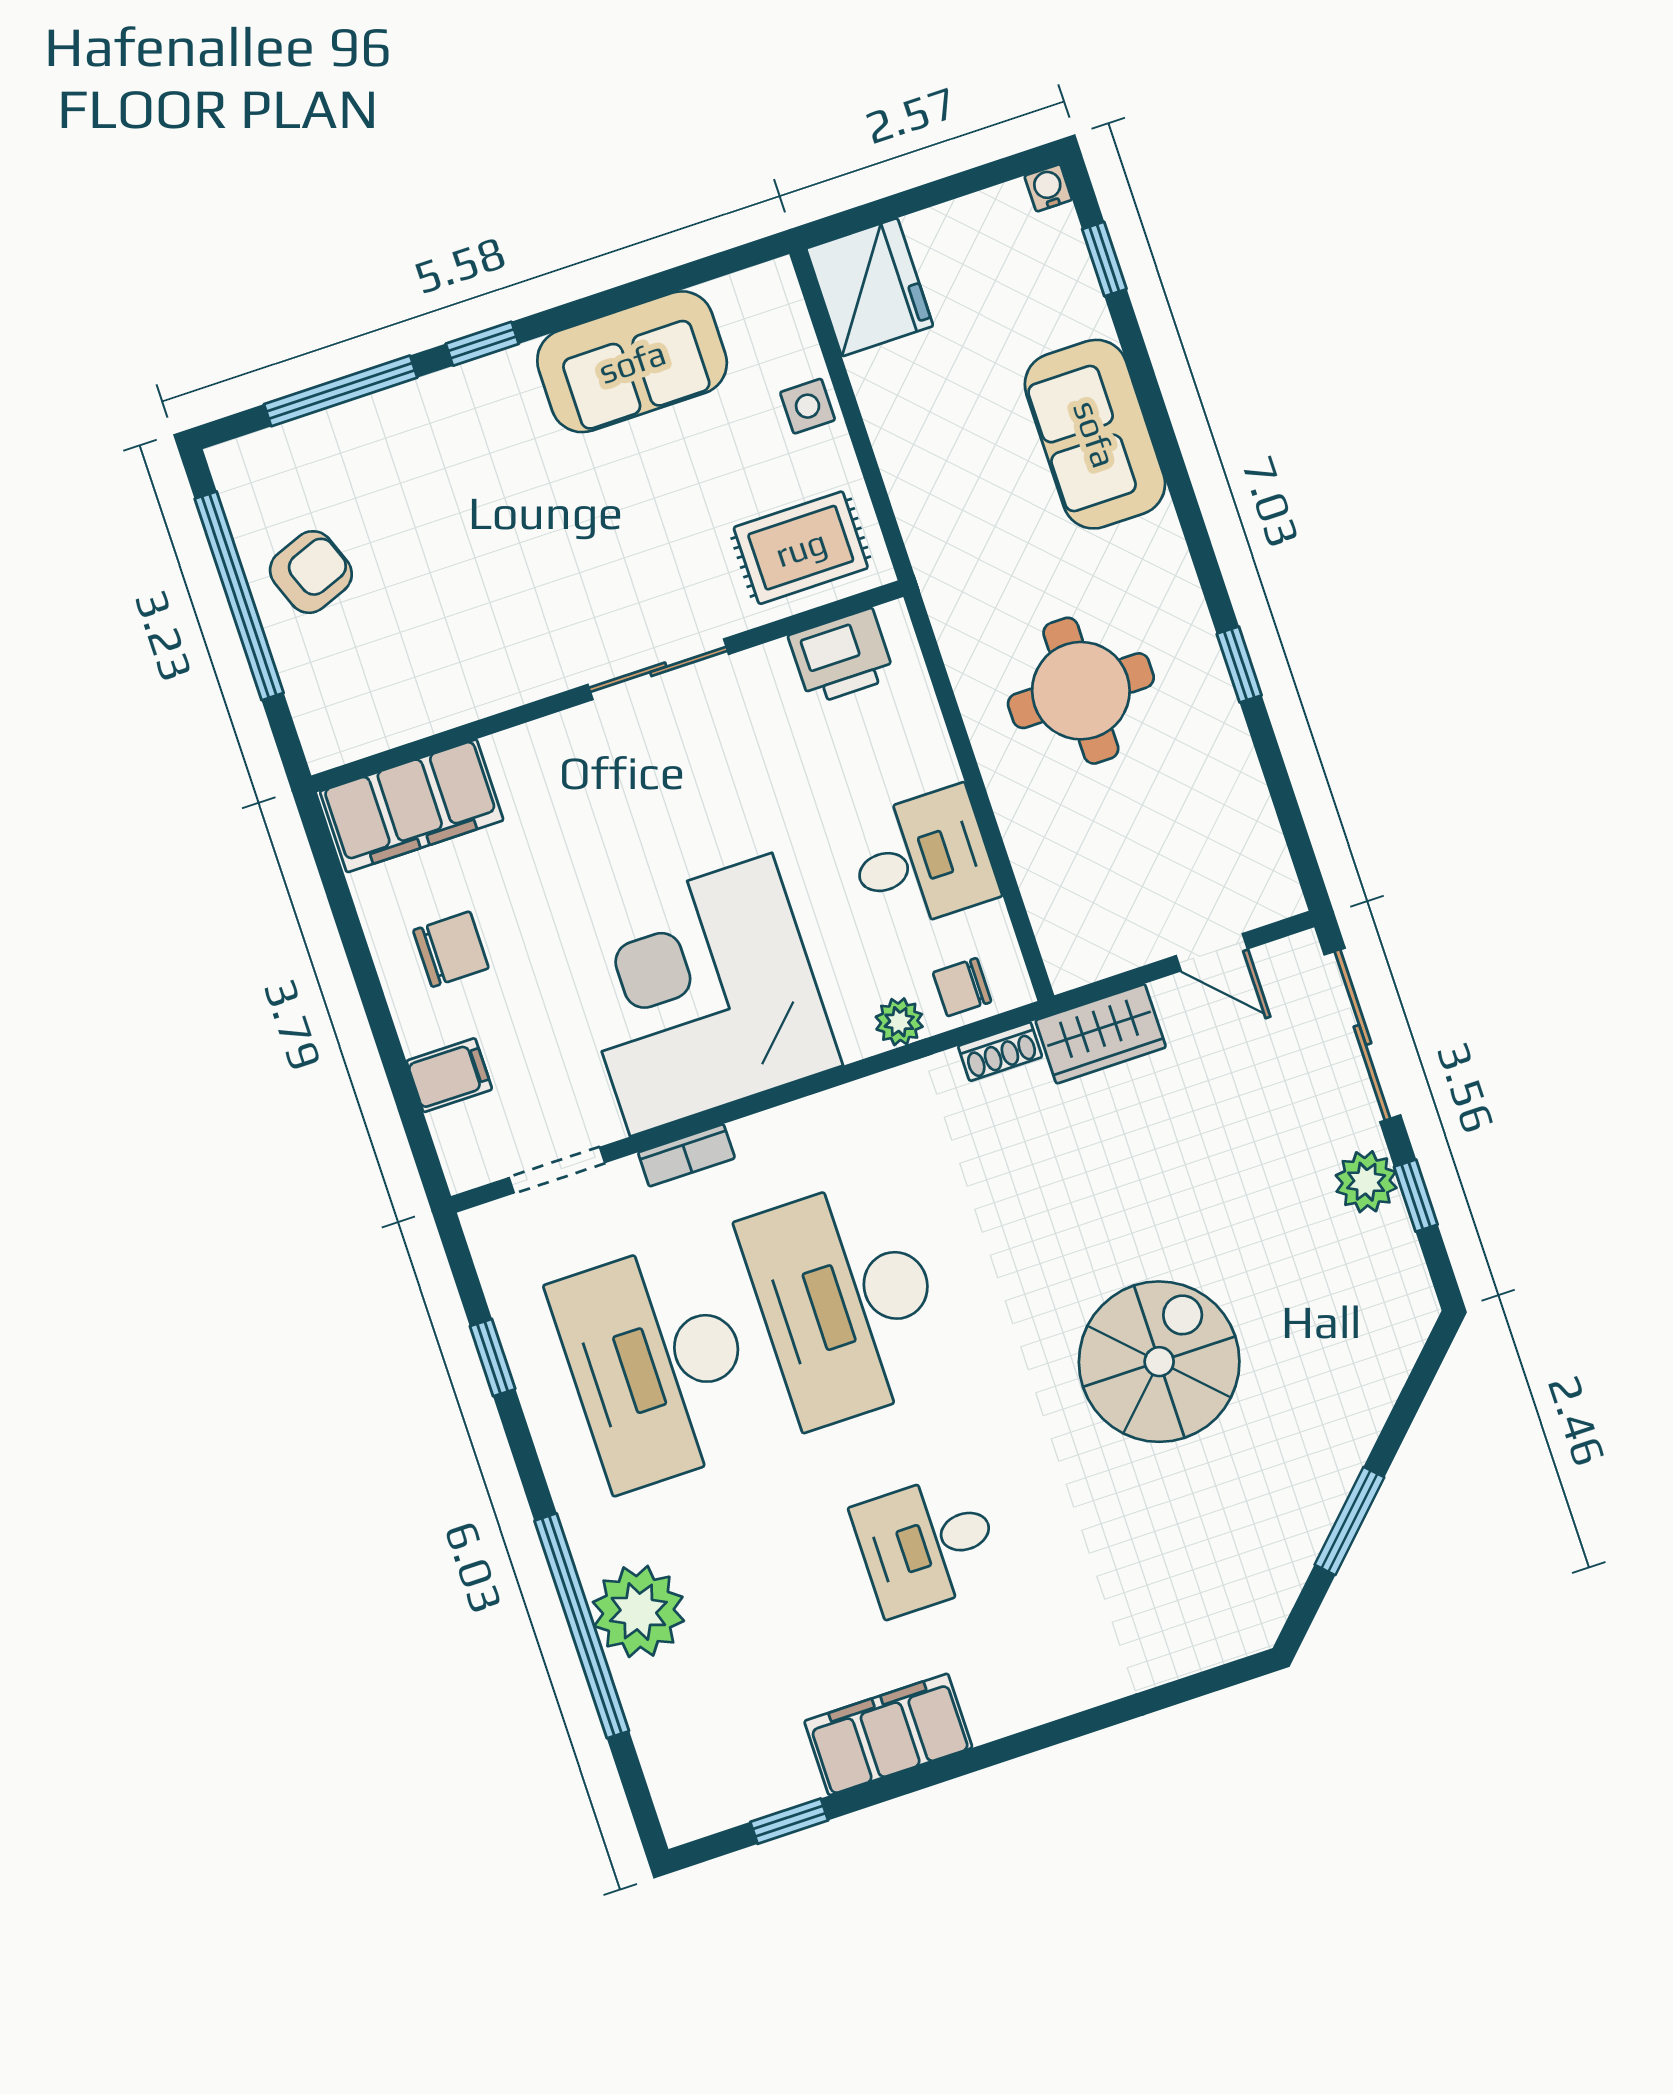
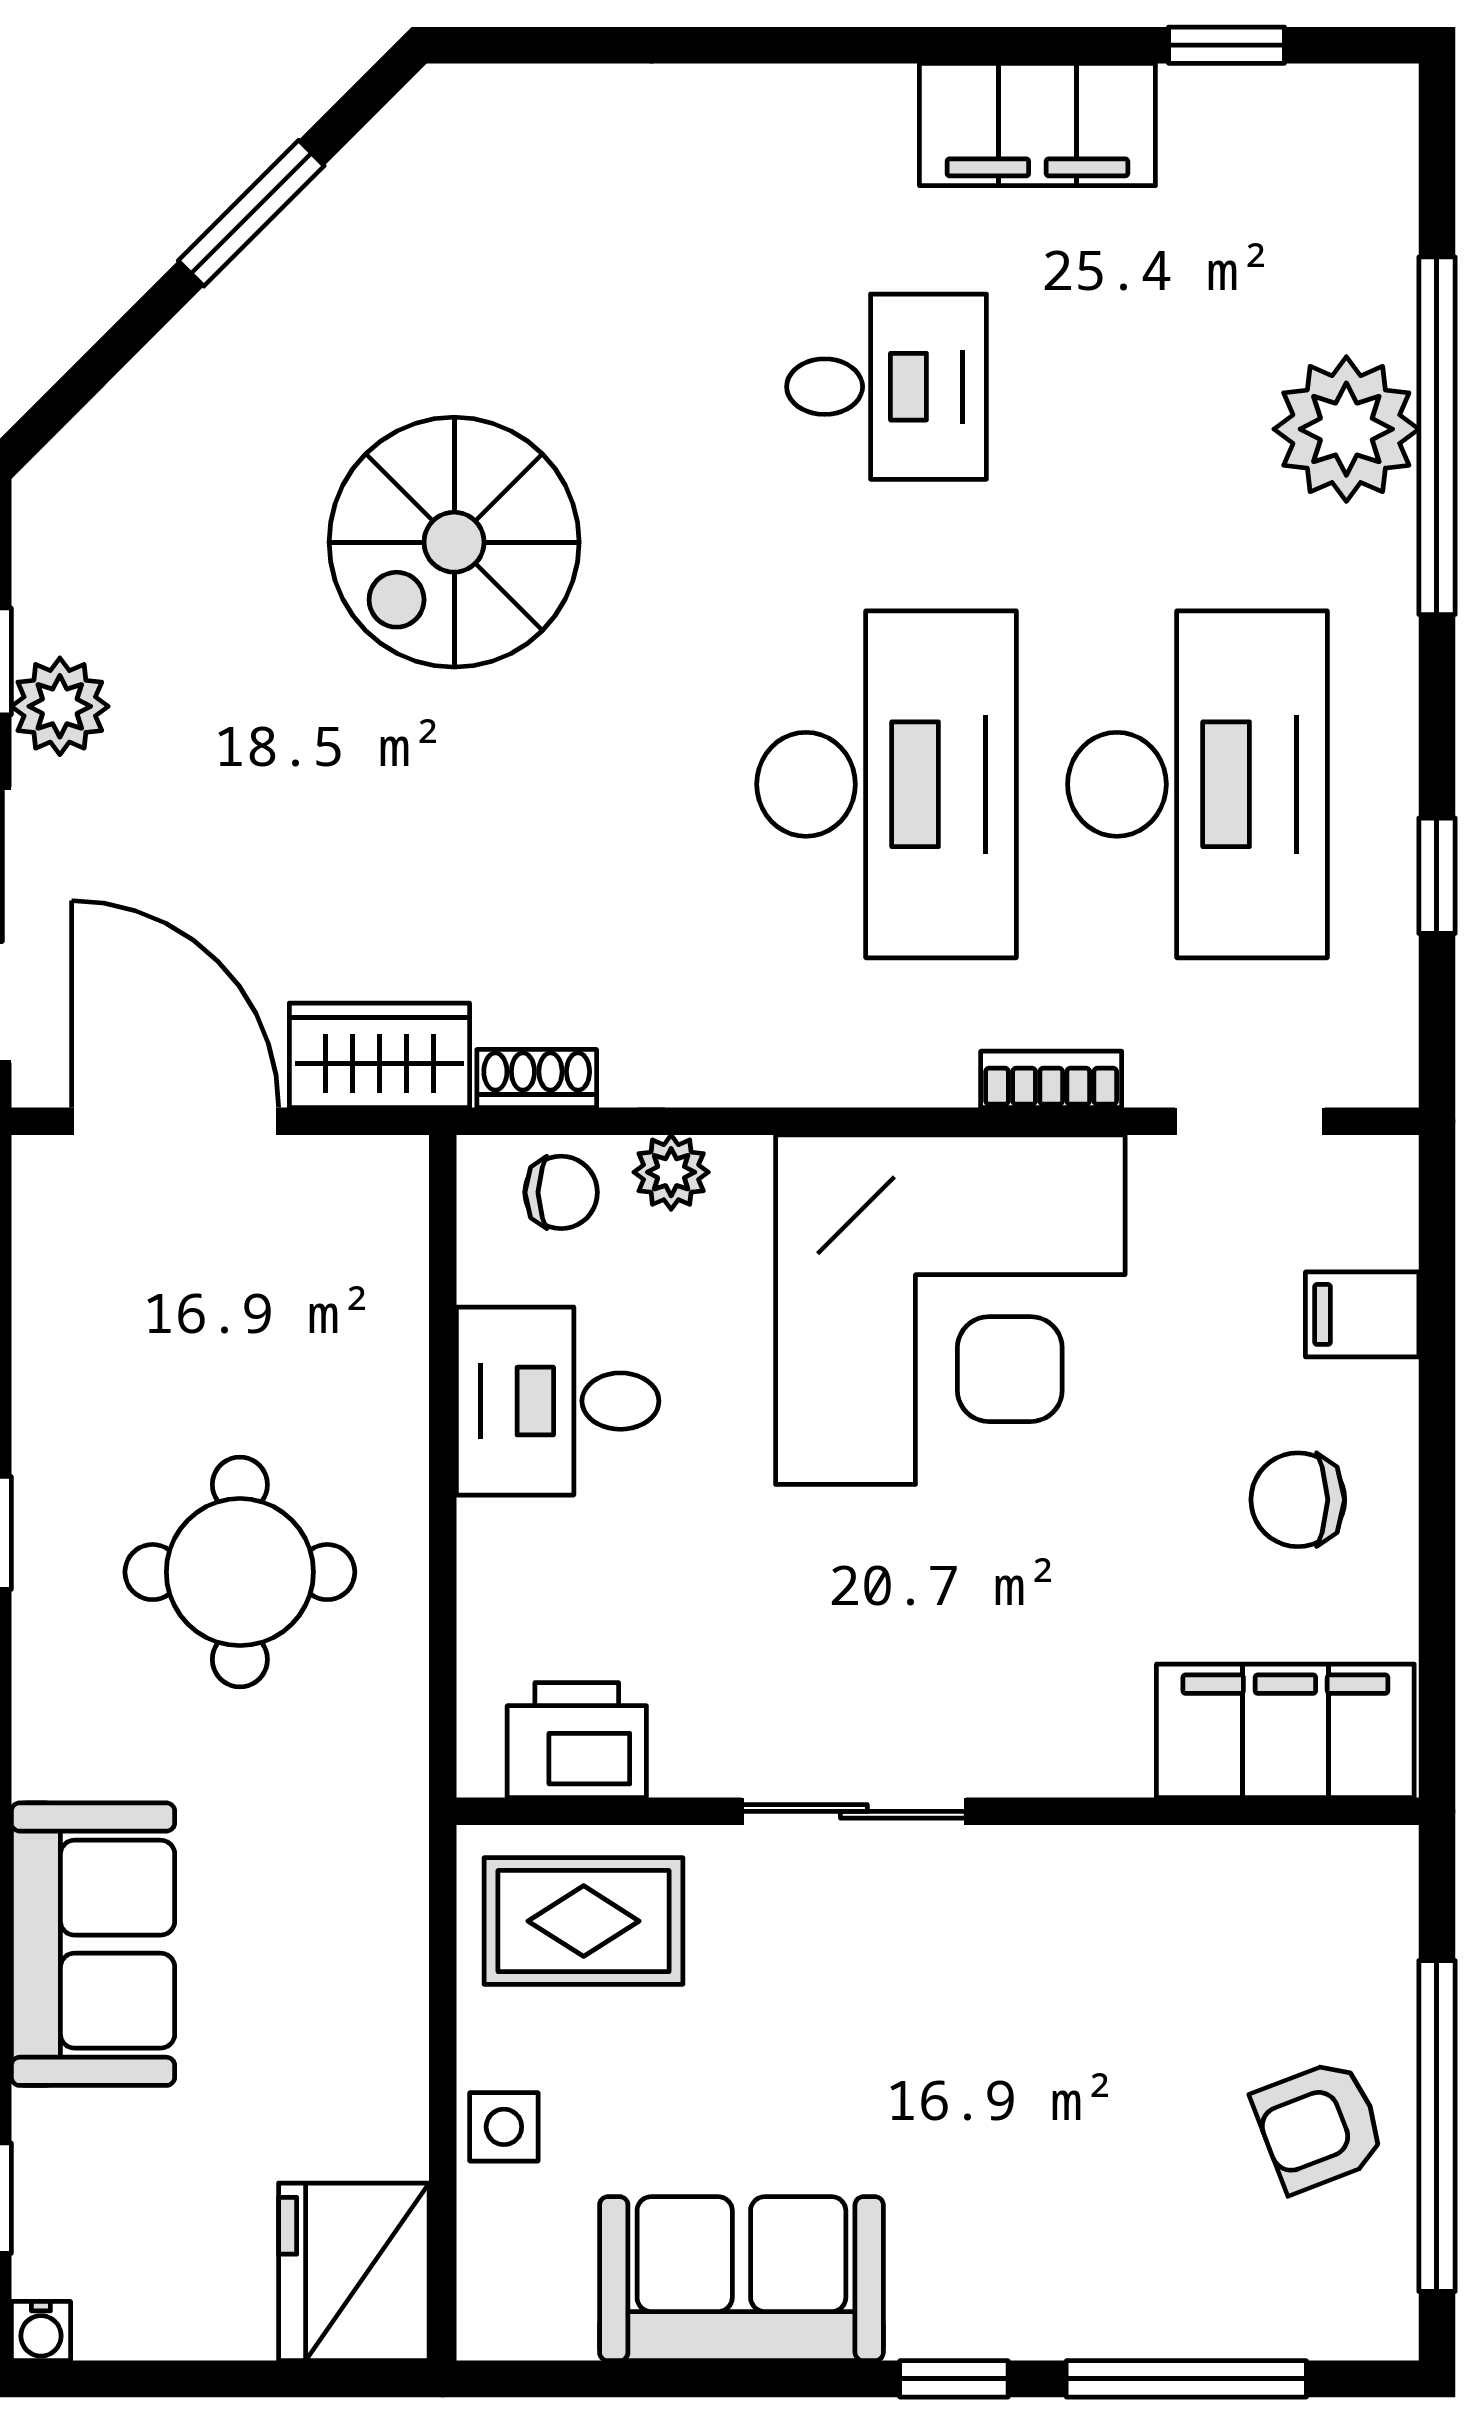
door: (1212, 952) -> (175, 1121), width x1.88

